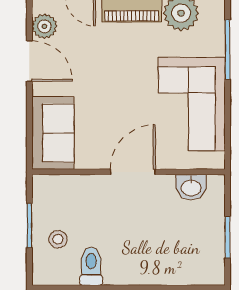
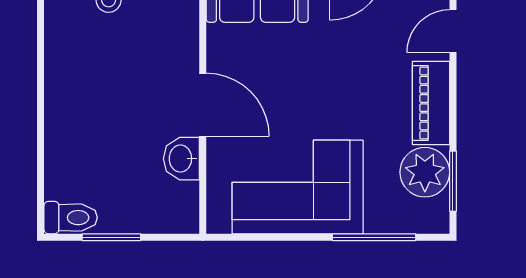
washbasin: (191, 187) -> (181, 159), moved
toilet: (91, 266) -> (71, 218), moved

